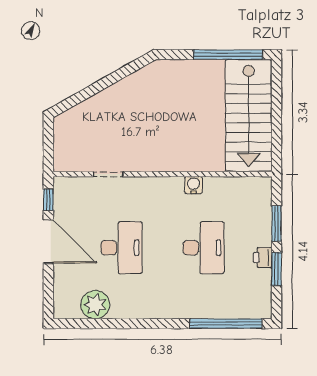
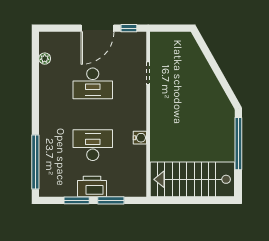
window: (228, 55) -> (238, 144), moved
desk: (203, 248) -> (93, 145), turned 180
printer: (263, 258) -> (92, 186), width x1.87, depth x1.48
plant: (95, 305) -> (45, 59), width x0.53, depth x0.53

